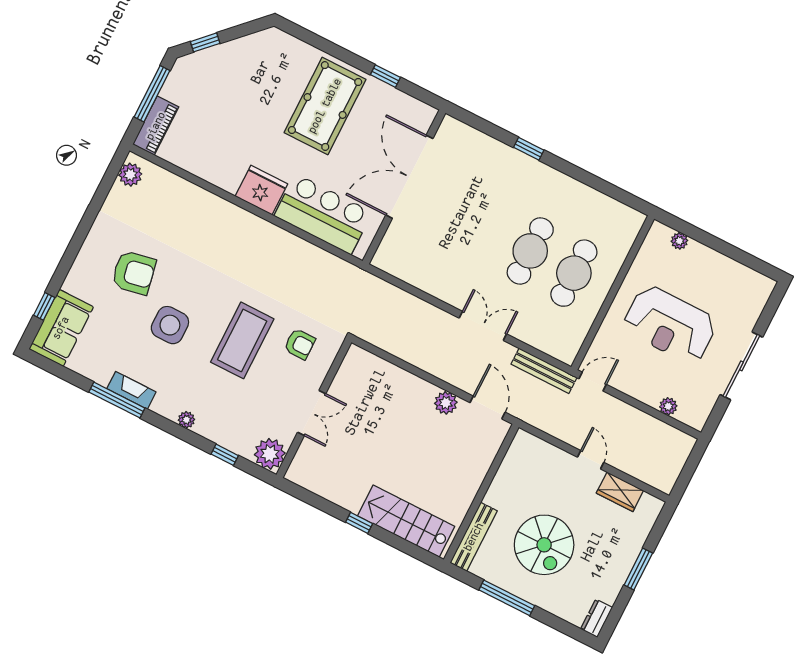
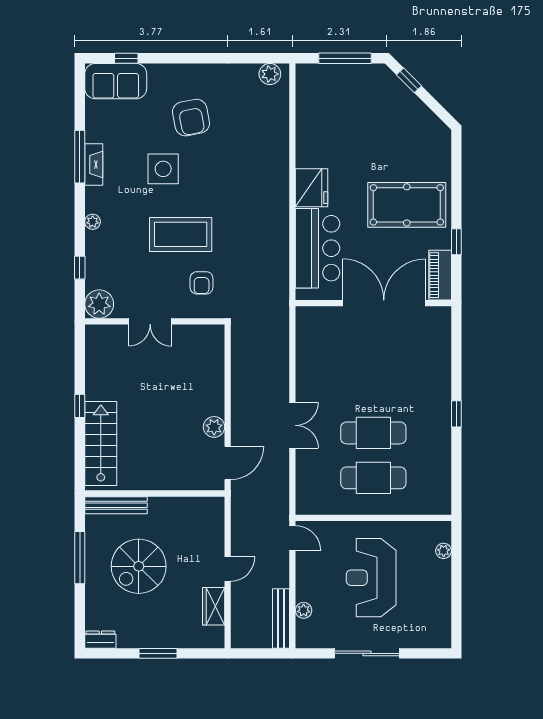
piano: (156, 126) -> (440, 275), moved, turned 90
window: (529, 149) -> (456, 414), moved
bench: (544, 371) -> (281, 619), moved

